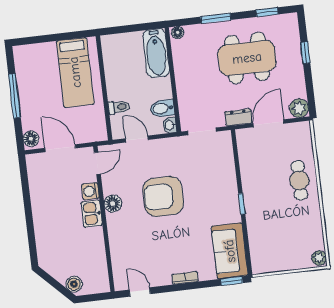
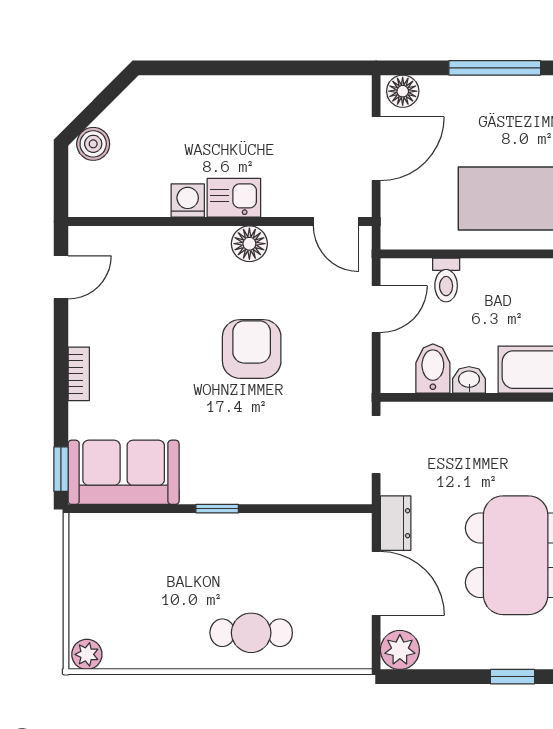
washbasin: (170, 125) -> (469, 380), moved
washing machine: (90, 191) -> (188, 201), moved
armchair: (163, 196) -> (252, 349), width x0.73, depth x0.73

